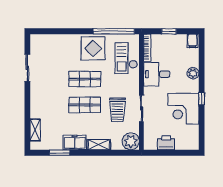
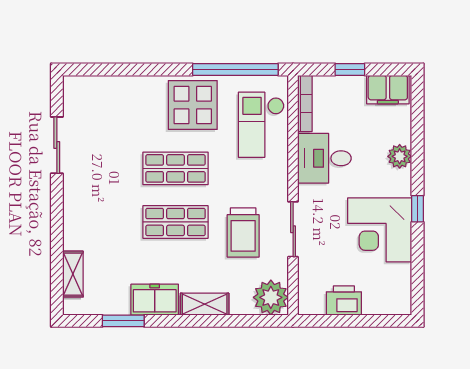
filing cabinet: (192, 41) -> (388, 90), width x2.00

